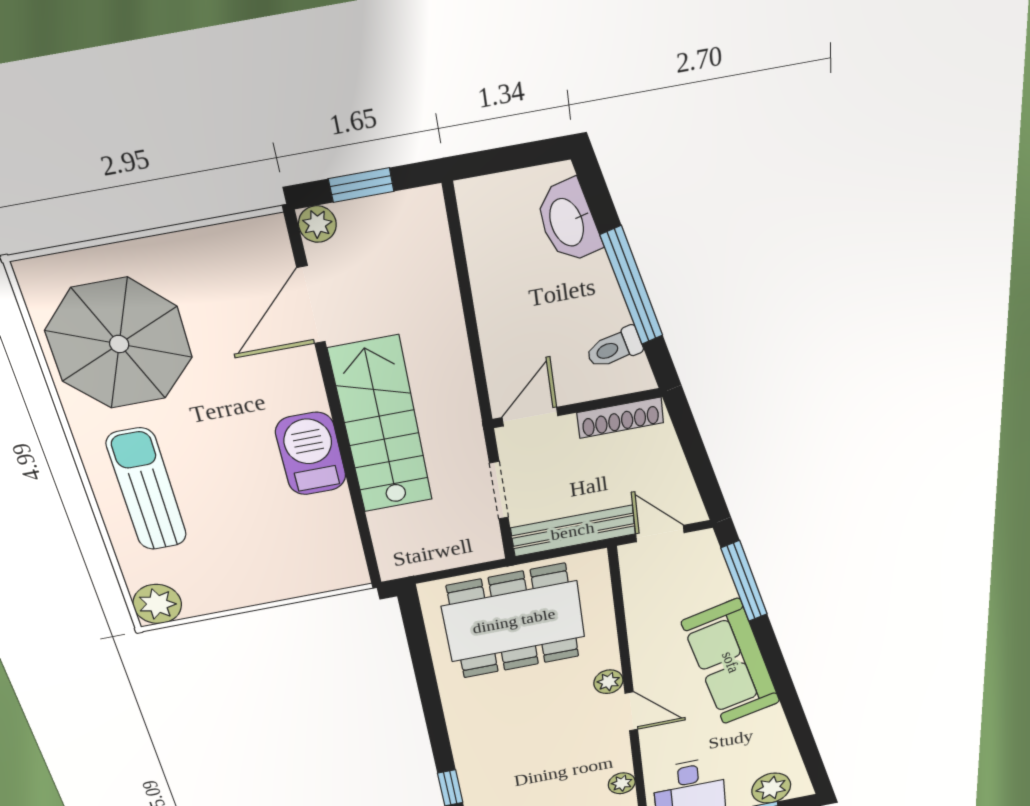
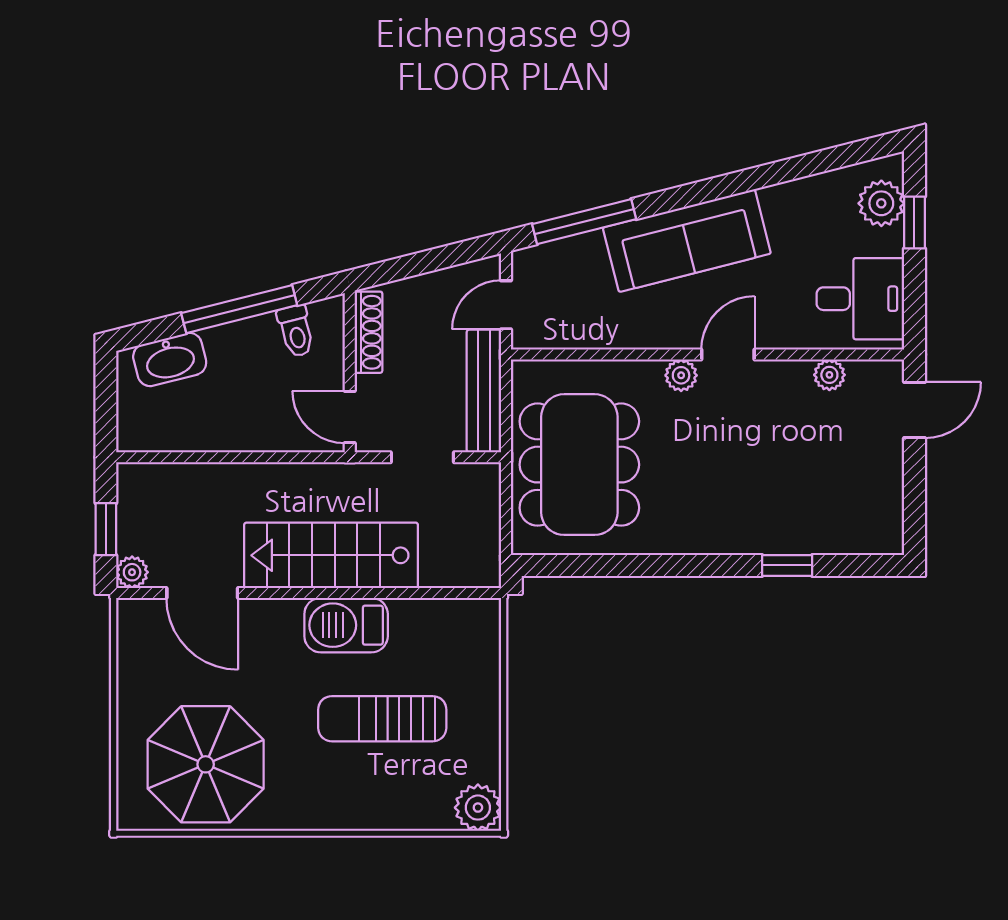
sun lounger: (147, 490) -> (382, 719), moved

